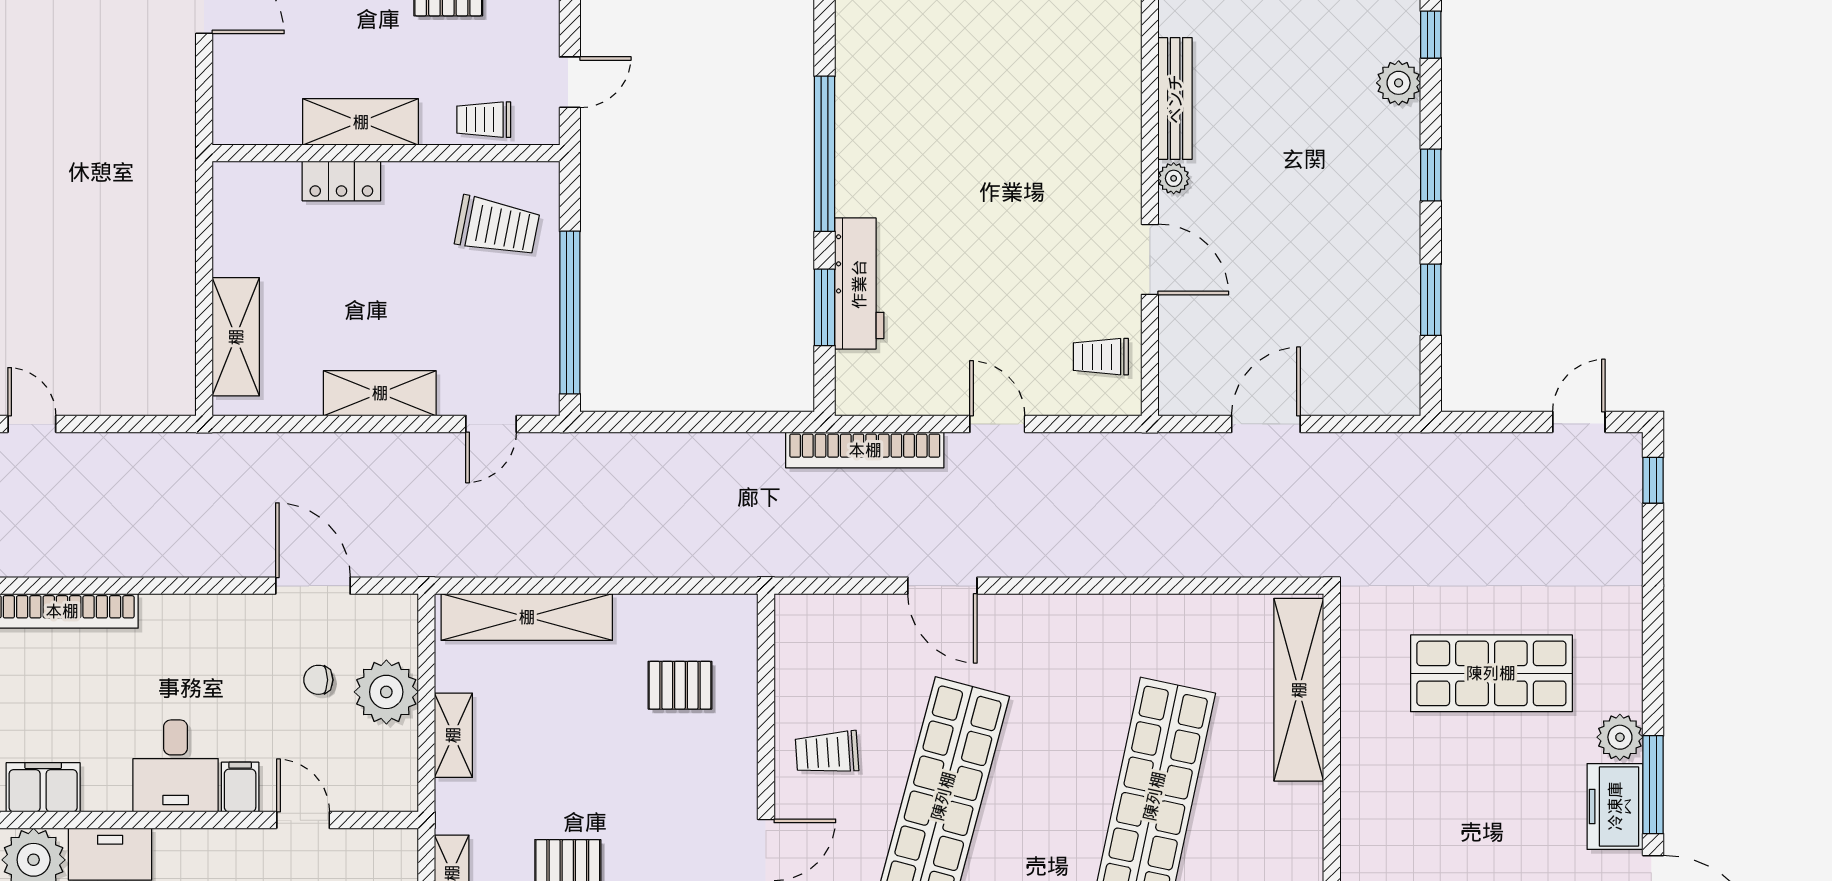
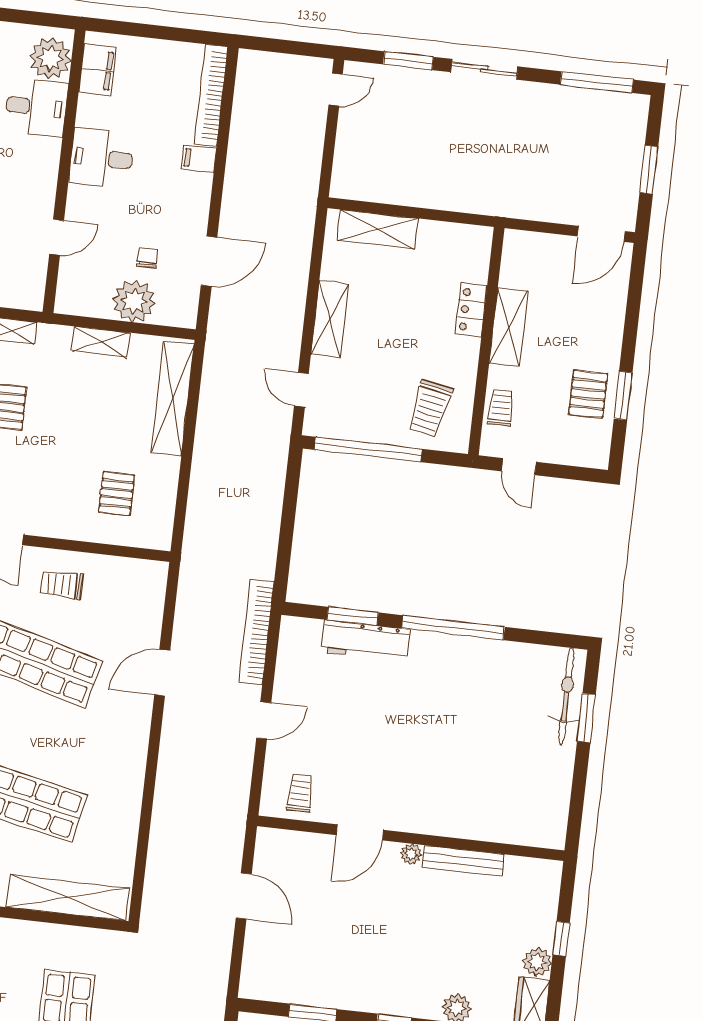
trolley: (827, 753) -> (62, 585), turned -86
filing cabinet: (240, 787) -> (199, 159), moved, turned 180

